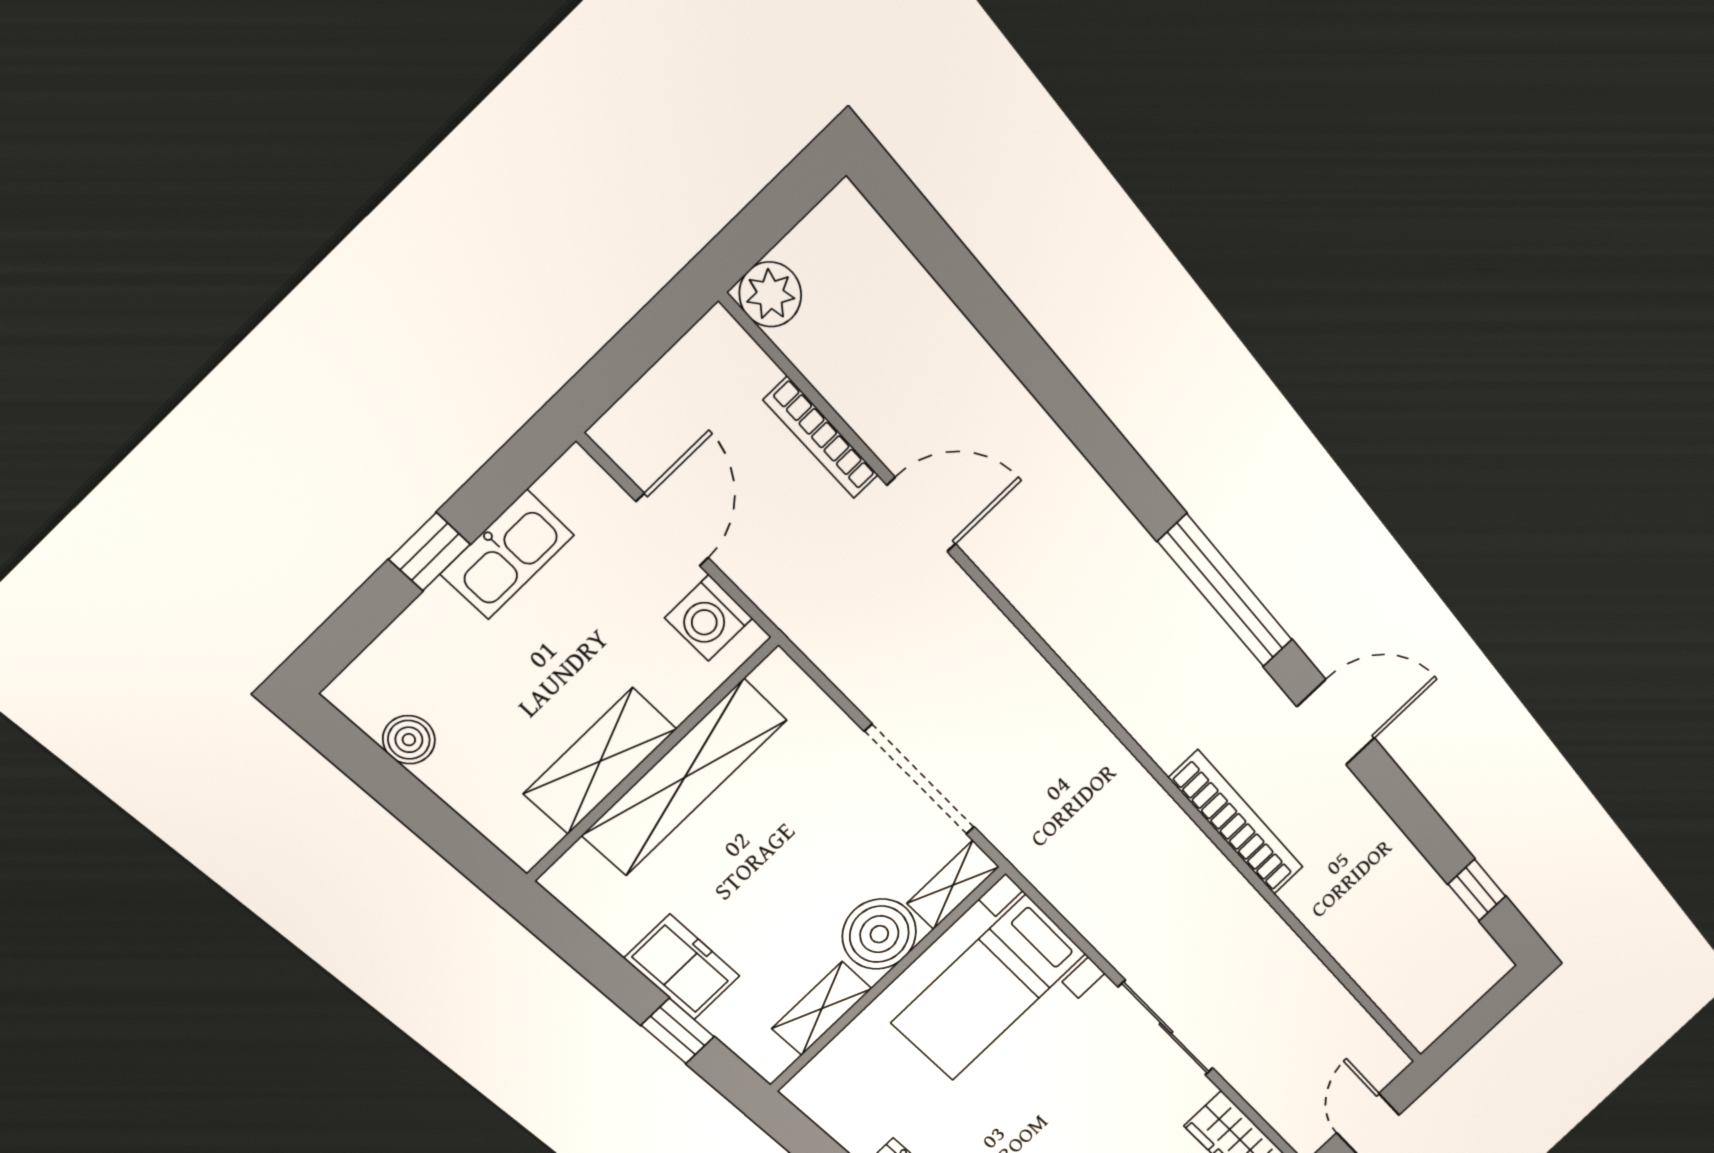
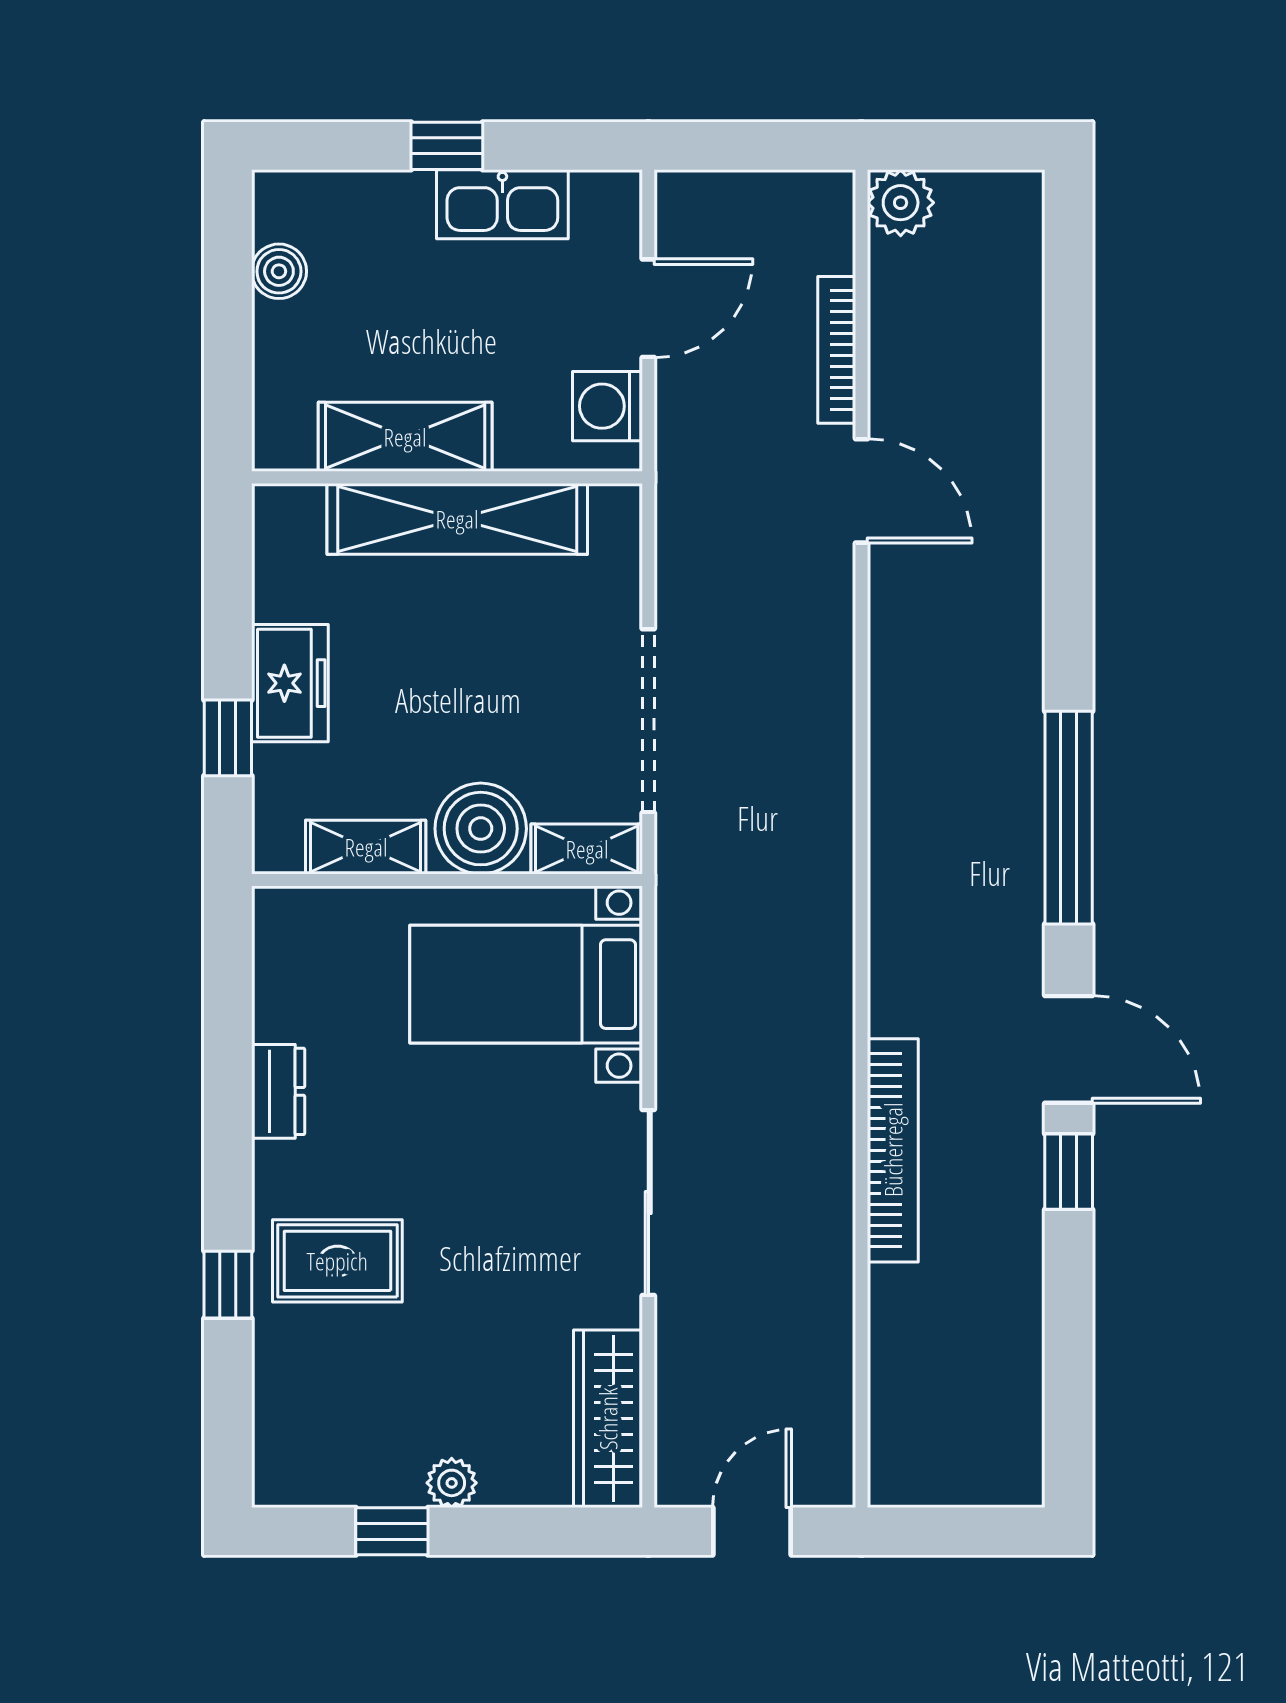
bookcase: (1237, 823) -> (893, 1150), moved
window: (1477, 890) -> (1069, 1172), moved

